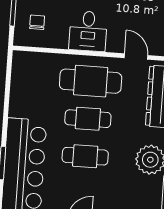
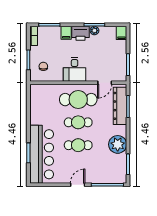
door: (136, 57) -> (105, 83), swing flipped

